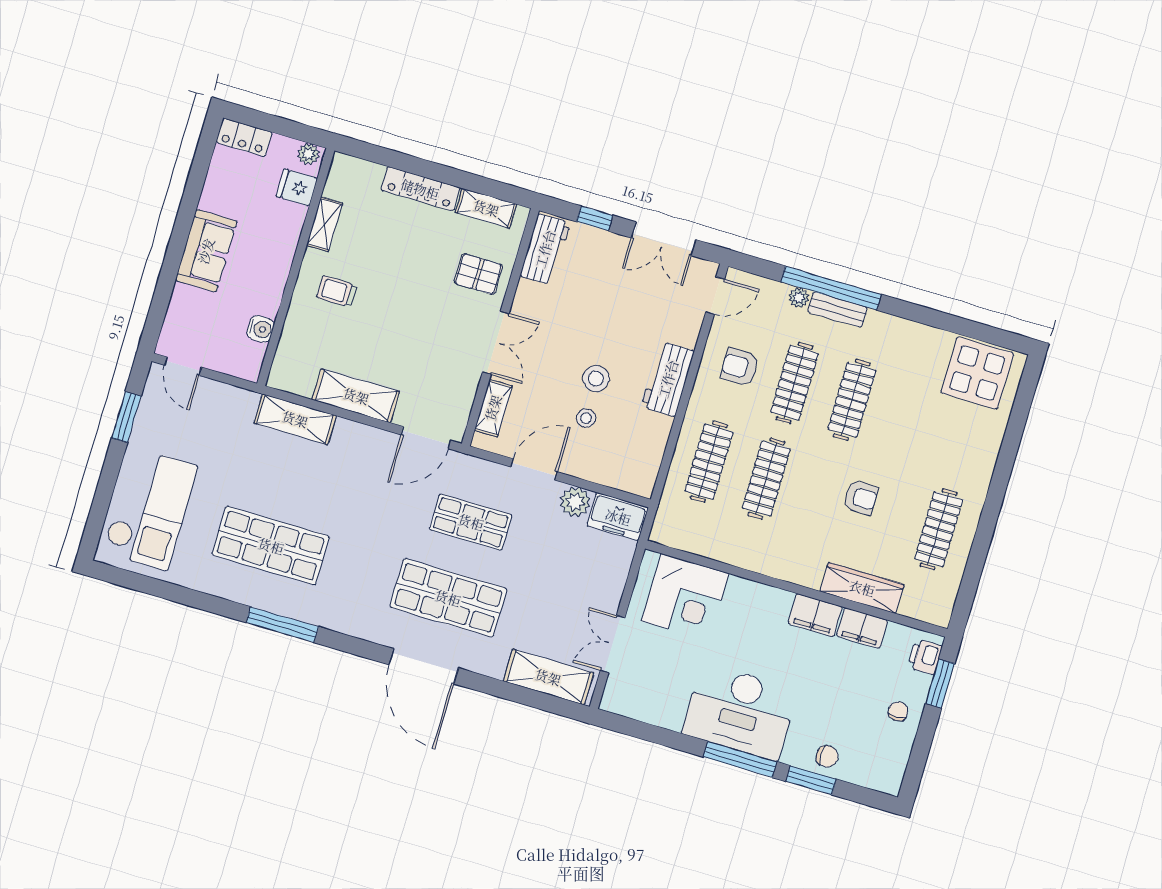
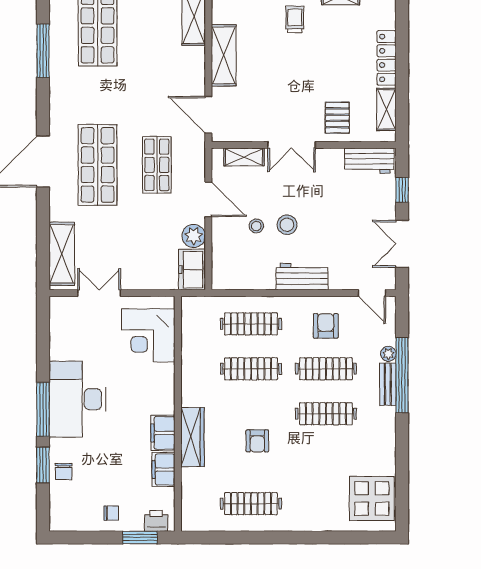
wardrobe: (862, 588) -> (192, 437), moved

